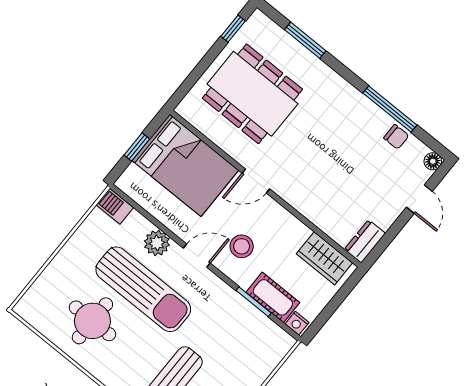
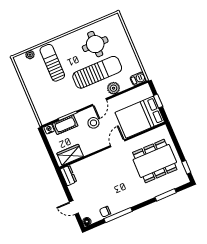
sun lounger: (143, 289) -> (97, 72), turned 180

